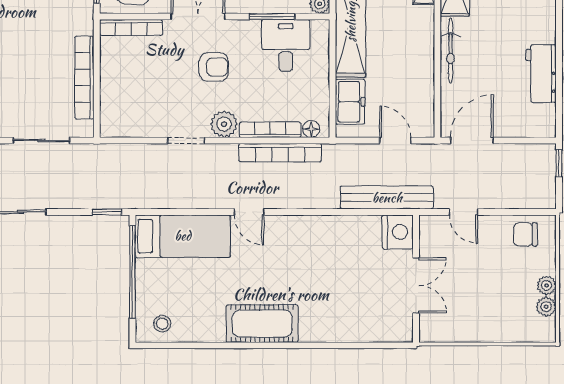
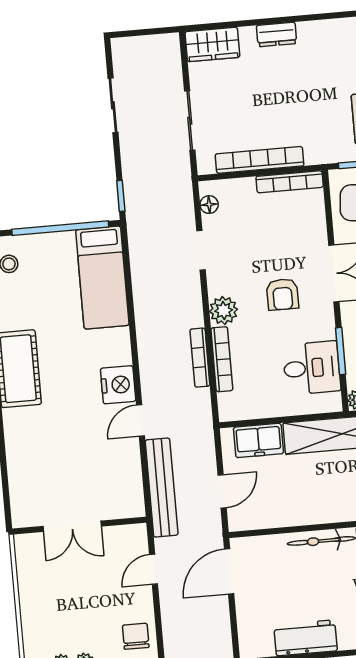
bookcase: (131, 27) -> (290, 182), moved, turned -90
floor lamp: (311, 129) -> (209, 205), moved
doorway: (186, 140) -> (201, 250), moved
door: (472, 140) -> (229, 571), swing flipped
bookcase: (280, 153) -> (200, 358), width x0.68, depth x0.76
door: (249, 212) -> (140, 420), moved
nightstand: (398, 232) -> (118, 385), moved, turned -90

